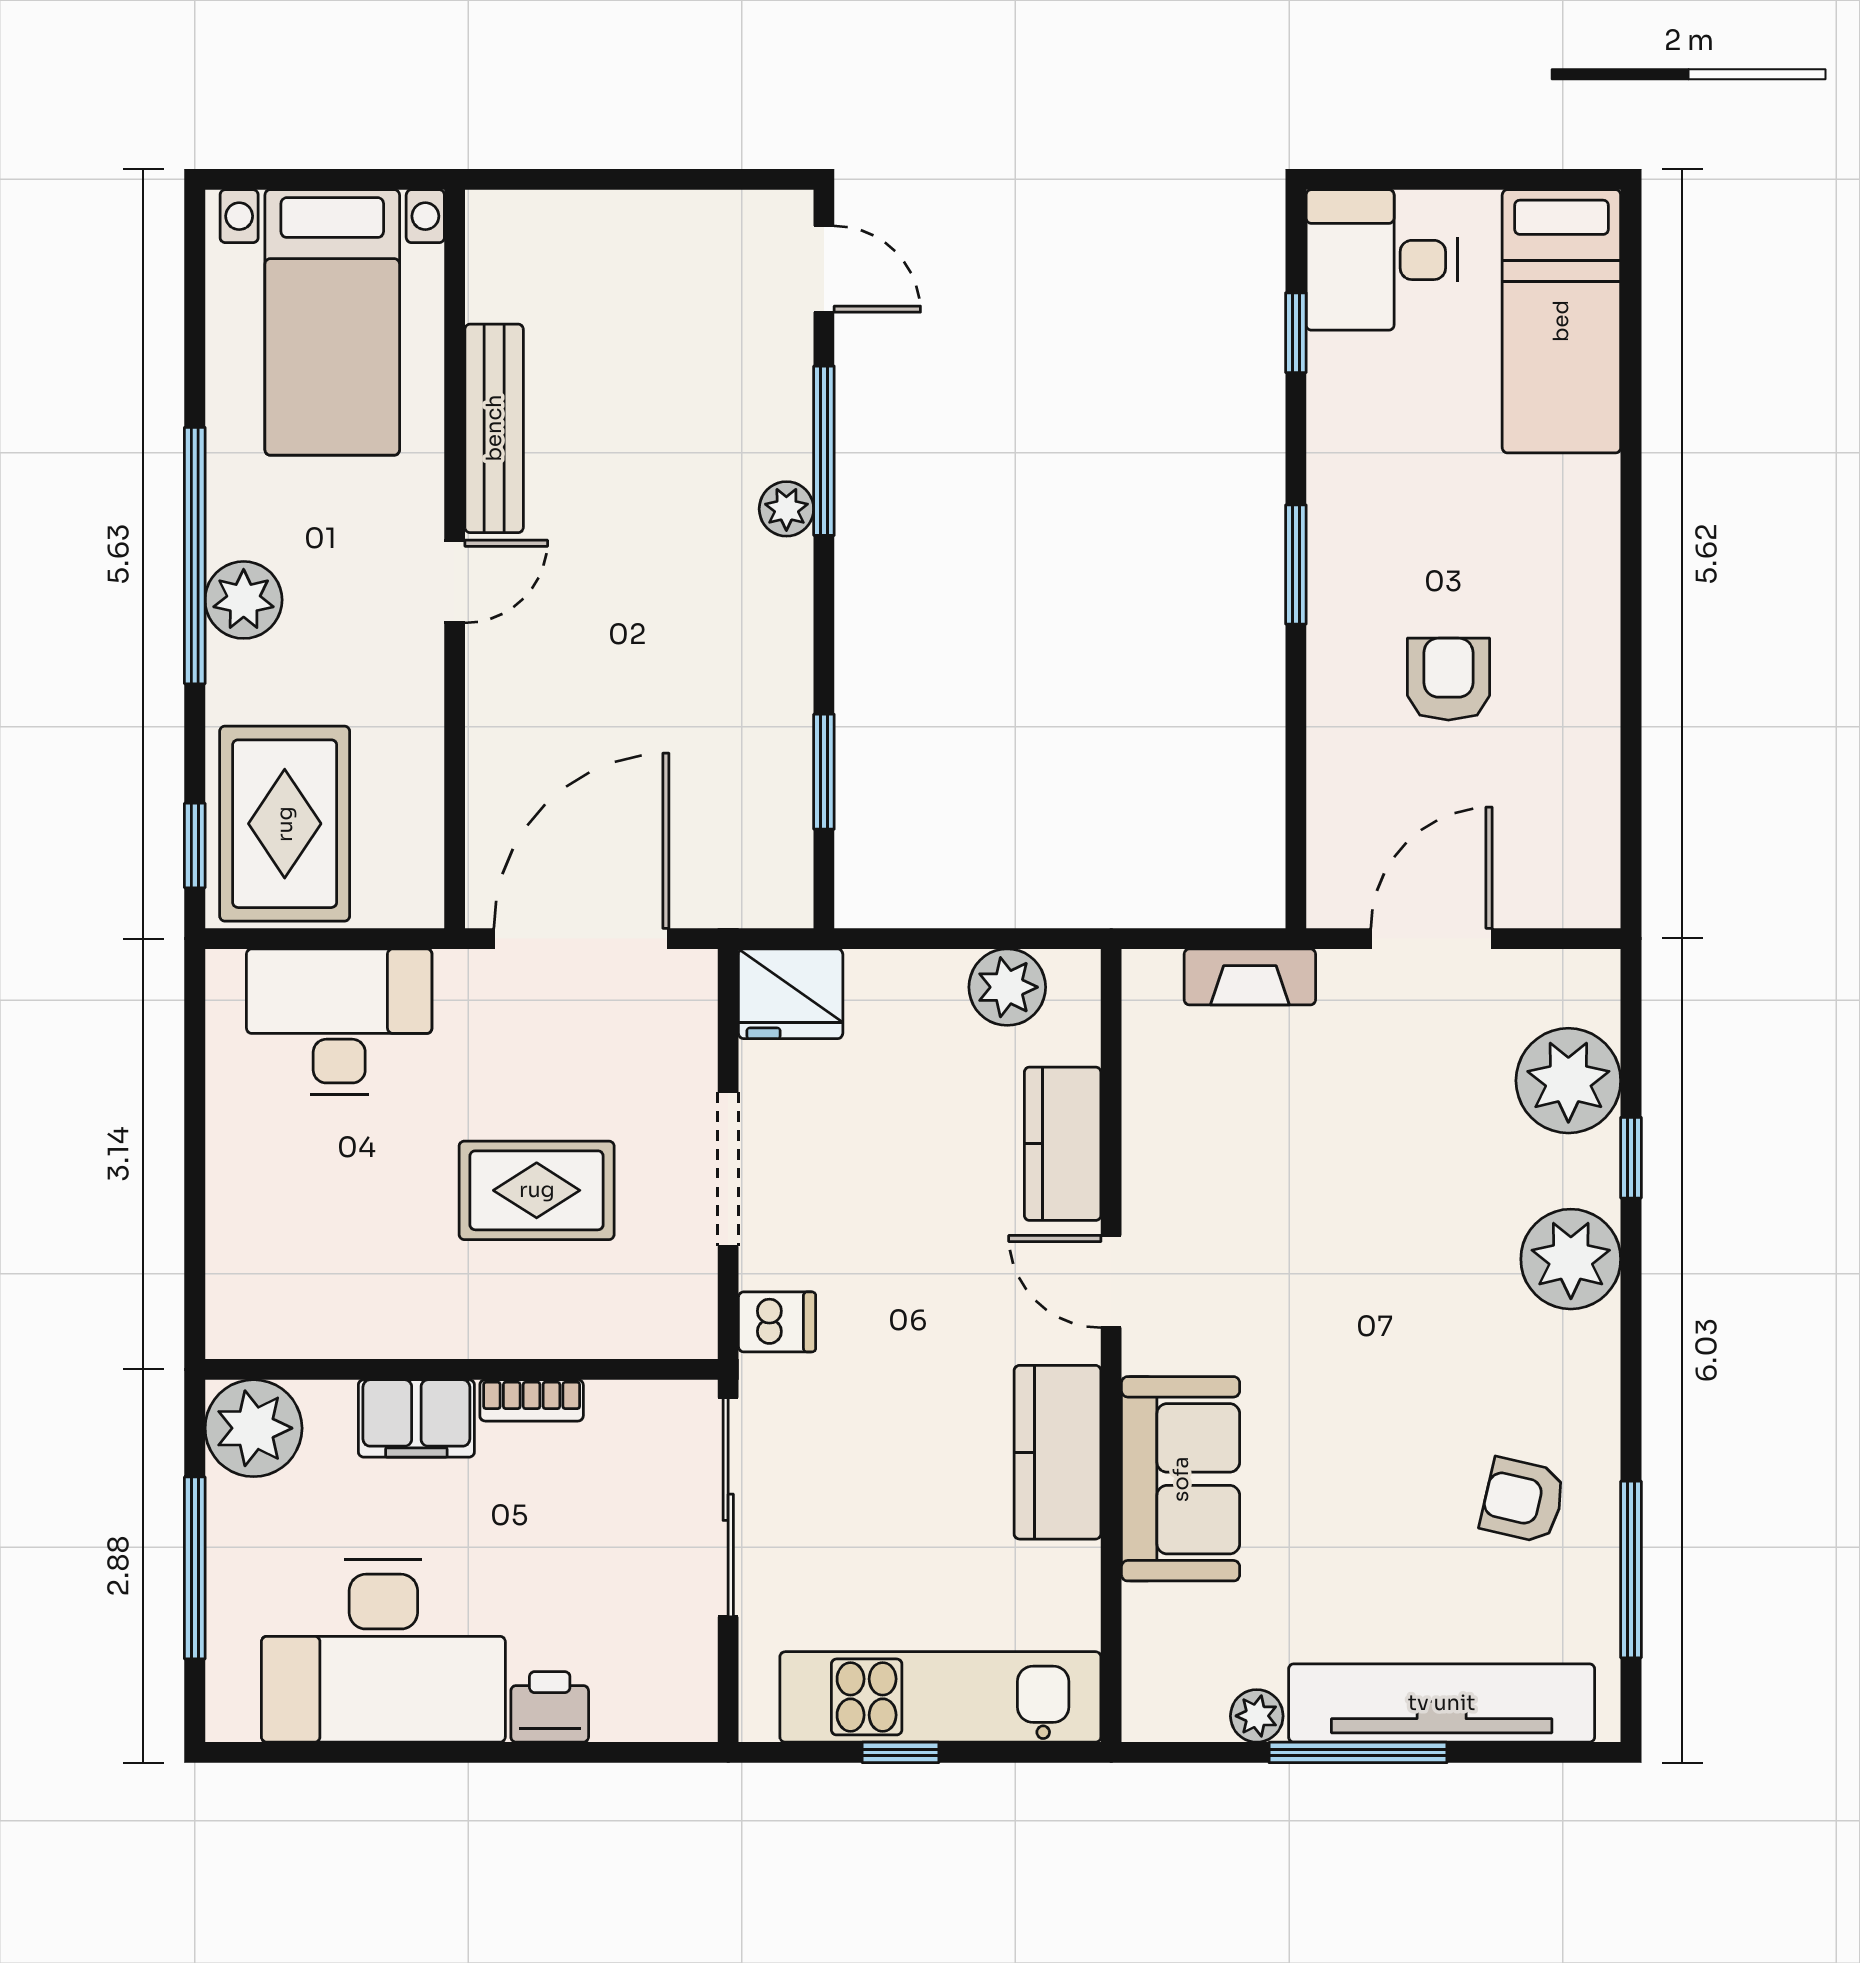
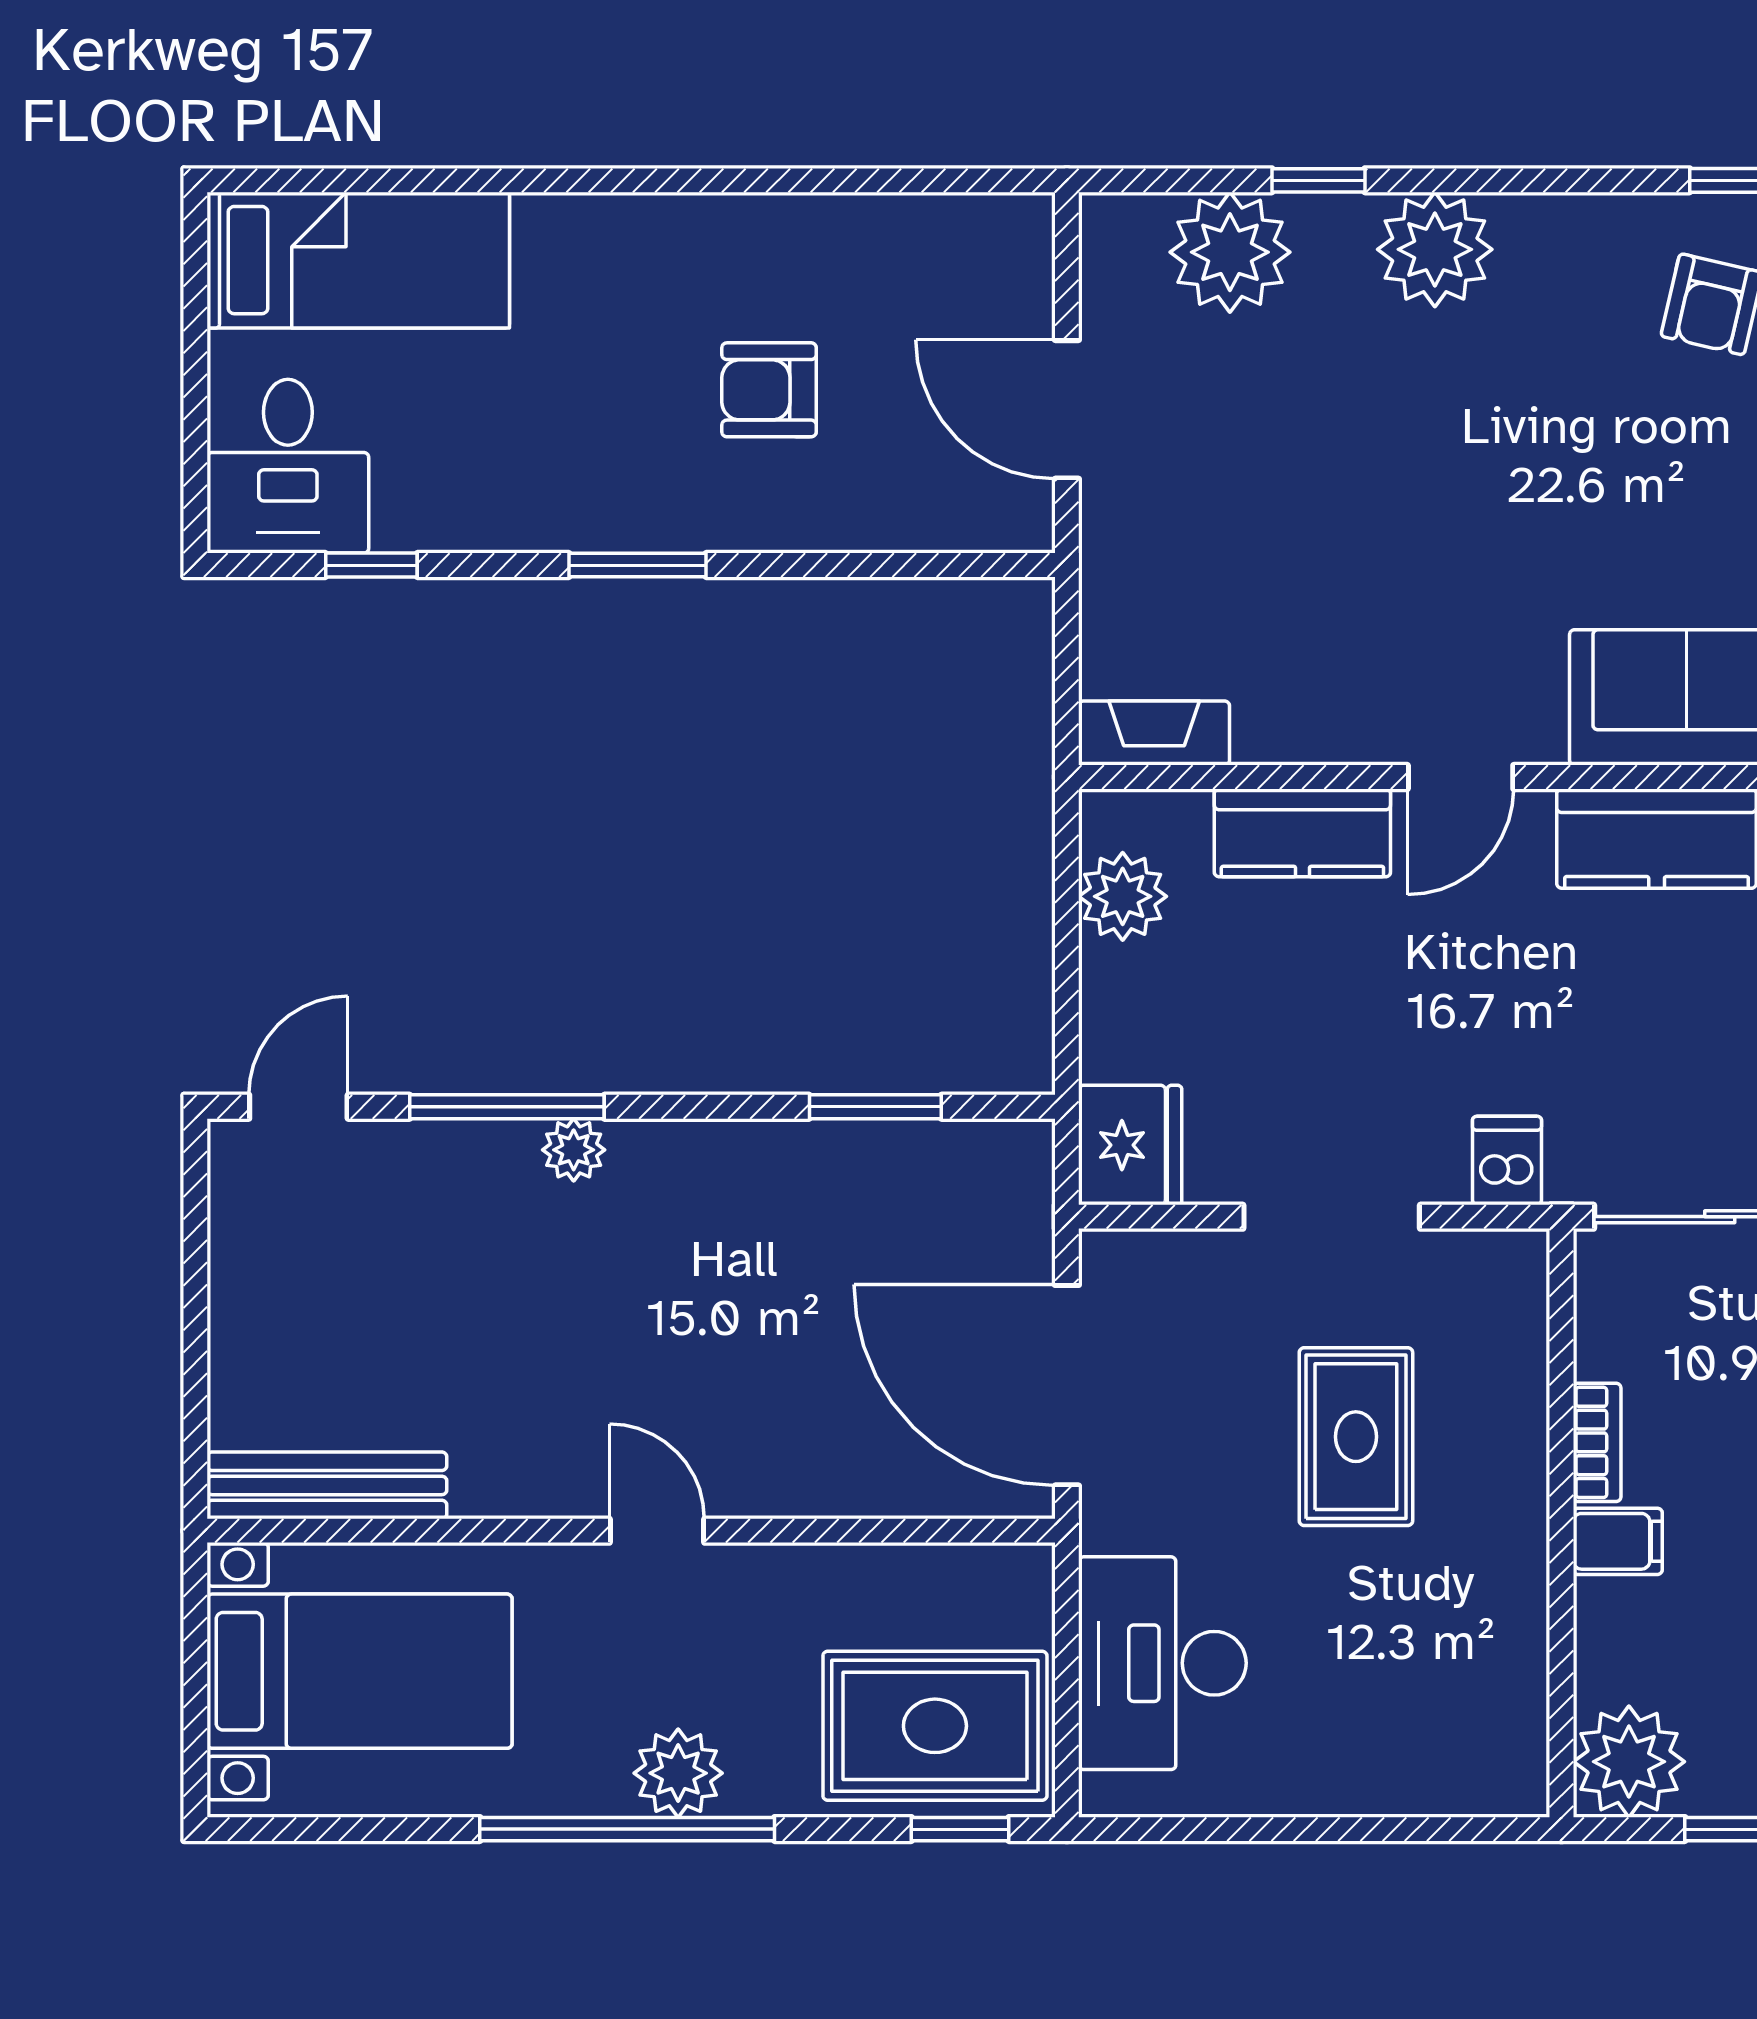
bench: (494, 428) -> (327, 1485), moved
fireplace: (1250, 977) -> (1154, 733), moved, turned -90
filing cabinet: (416, 1418) -> (1618, 1541), width x0.50

